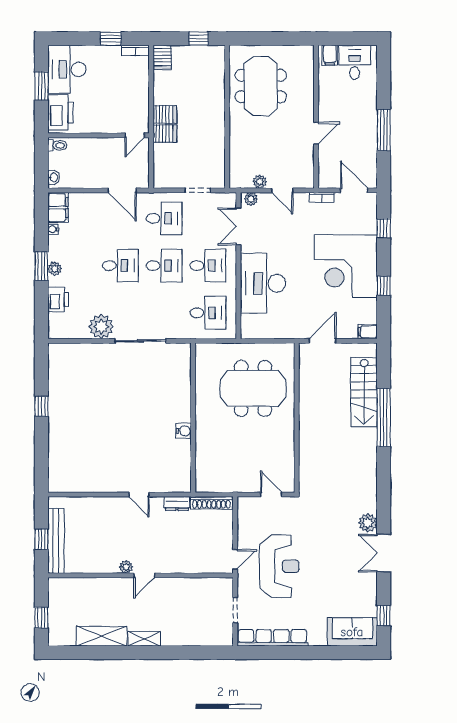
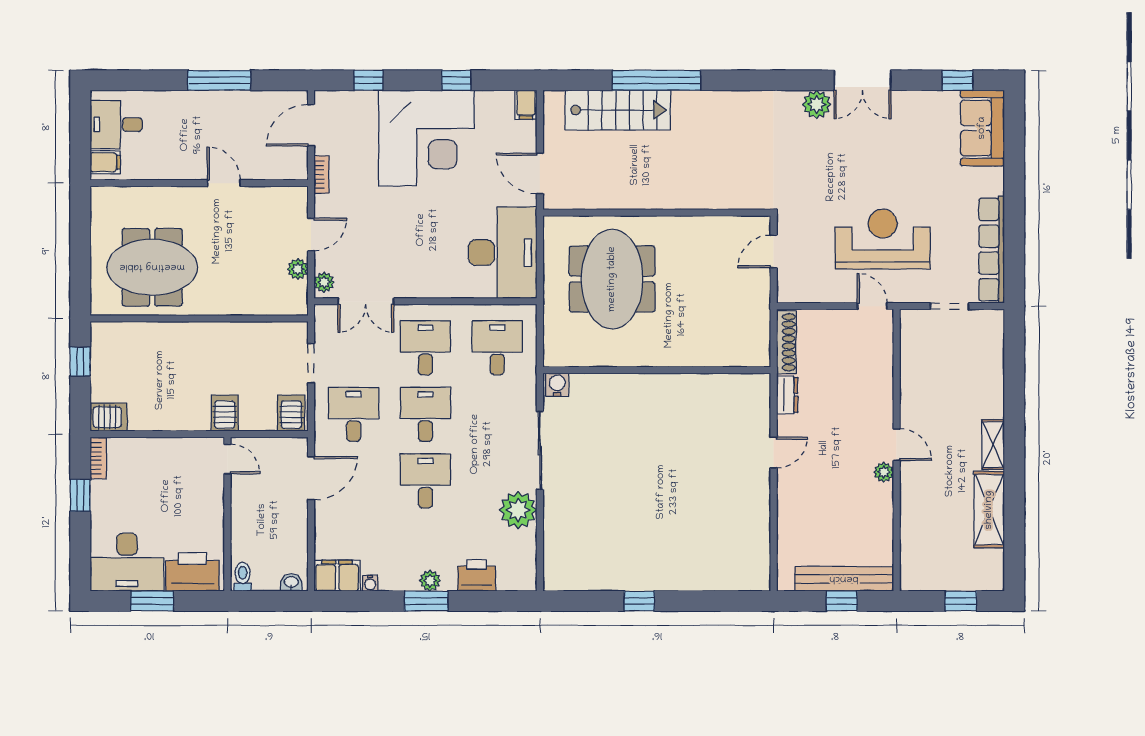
server rack: (165, 115) -> (291, 413), moved
desk: (263, 283) -> (503, 253), moved, turned -90
water cooler: (184, 431) -> (557, 385), moved

